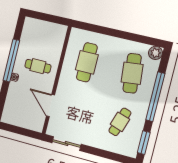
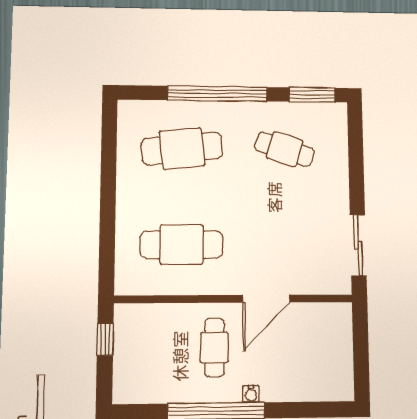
window: (54, 19) -> (105, 339), added
plant: (156, 53) -> (131, 113), removed
door: (50, 106) -> (266, 299), moved

